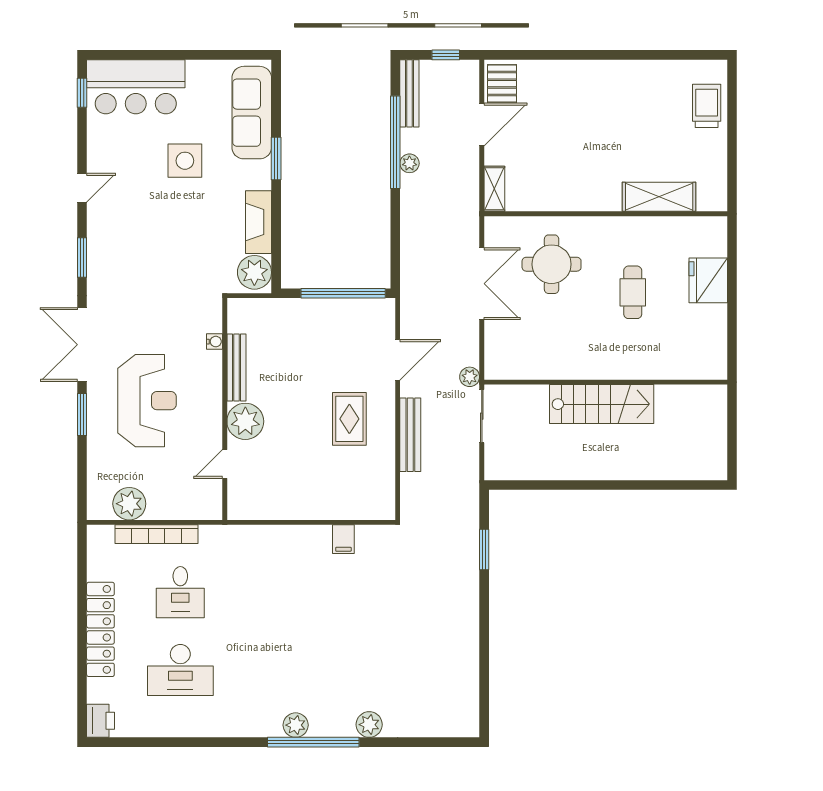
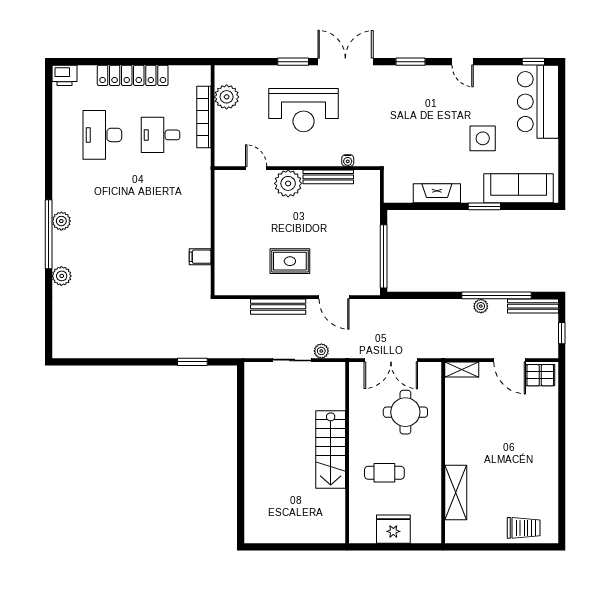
plant: (254, 272) -> (399, 190), removed
wall: (606, 382) -> (347, 453), moved
stairs: (602, 404) -> (331, 449), moved

